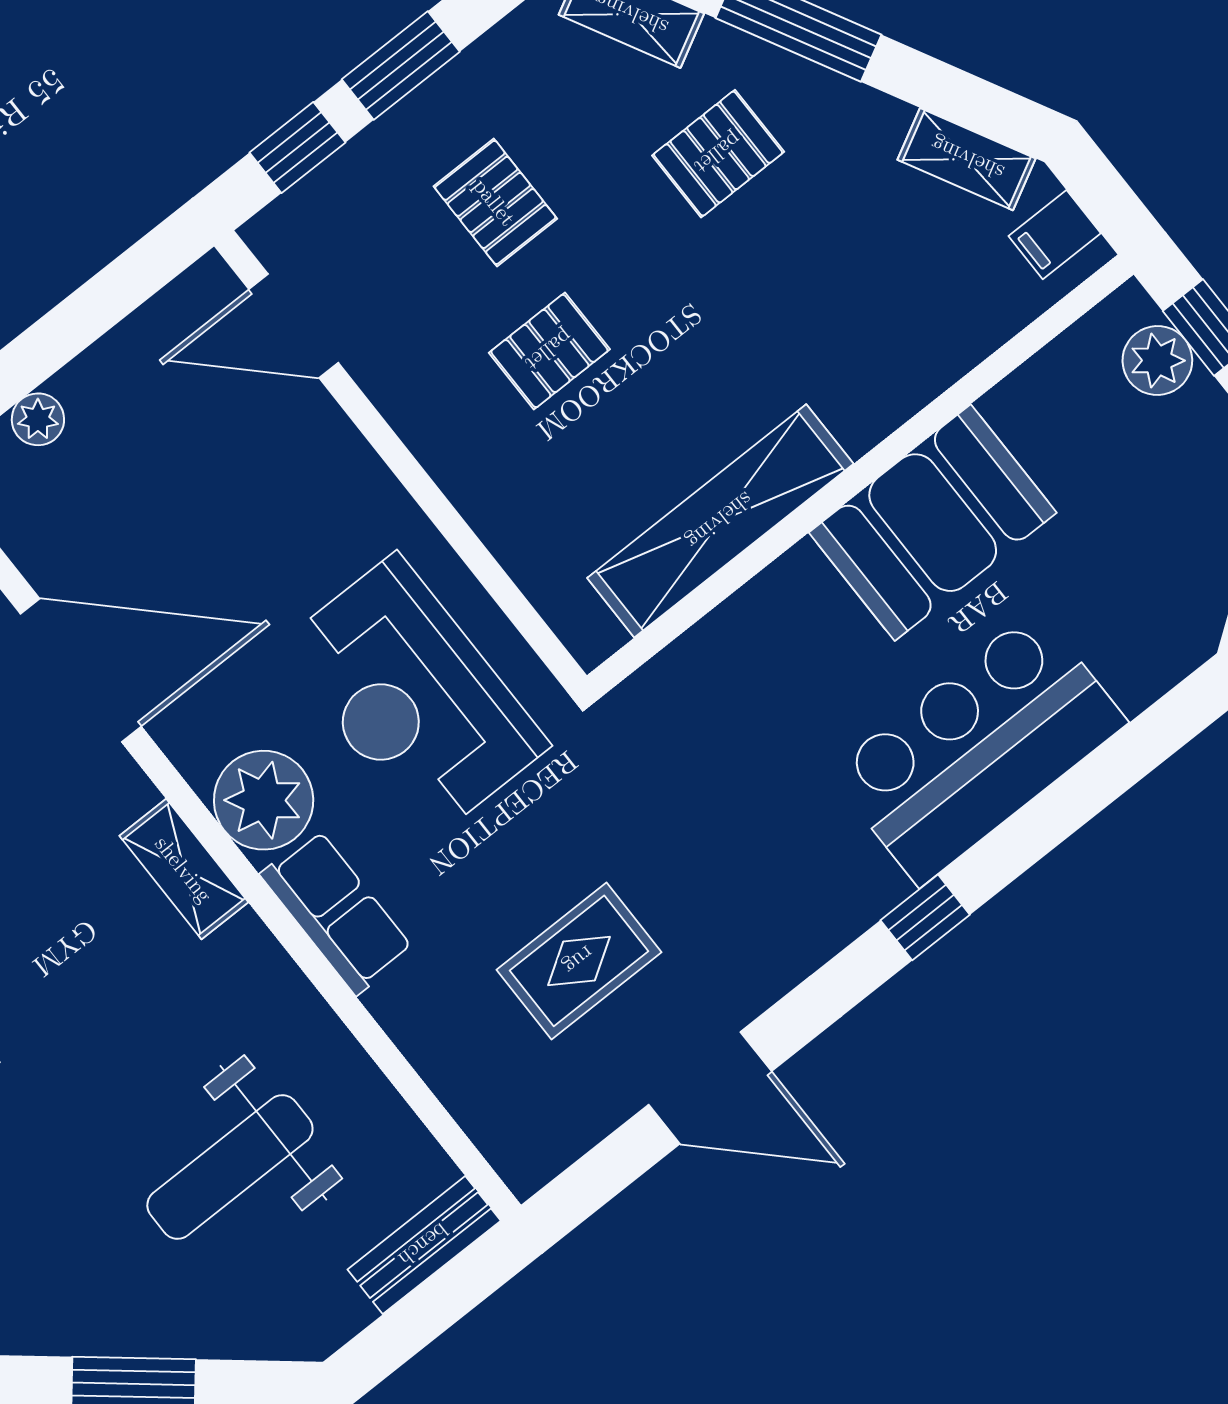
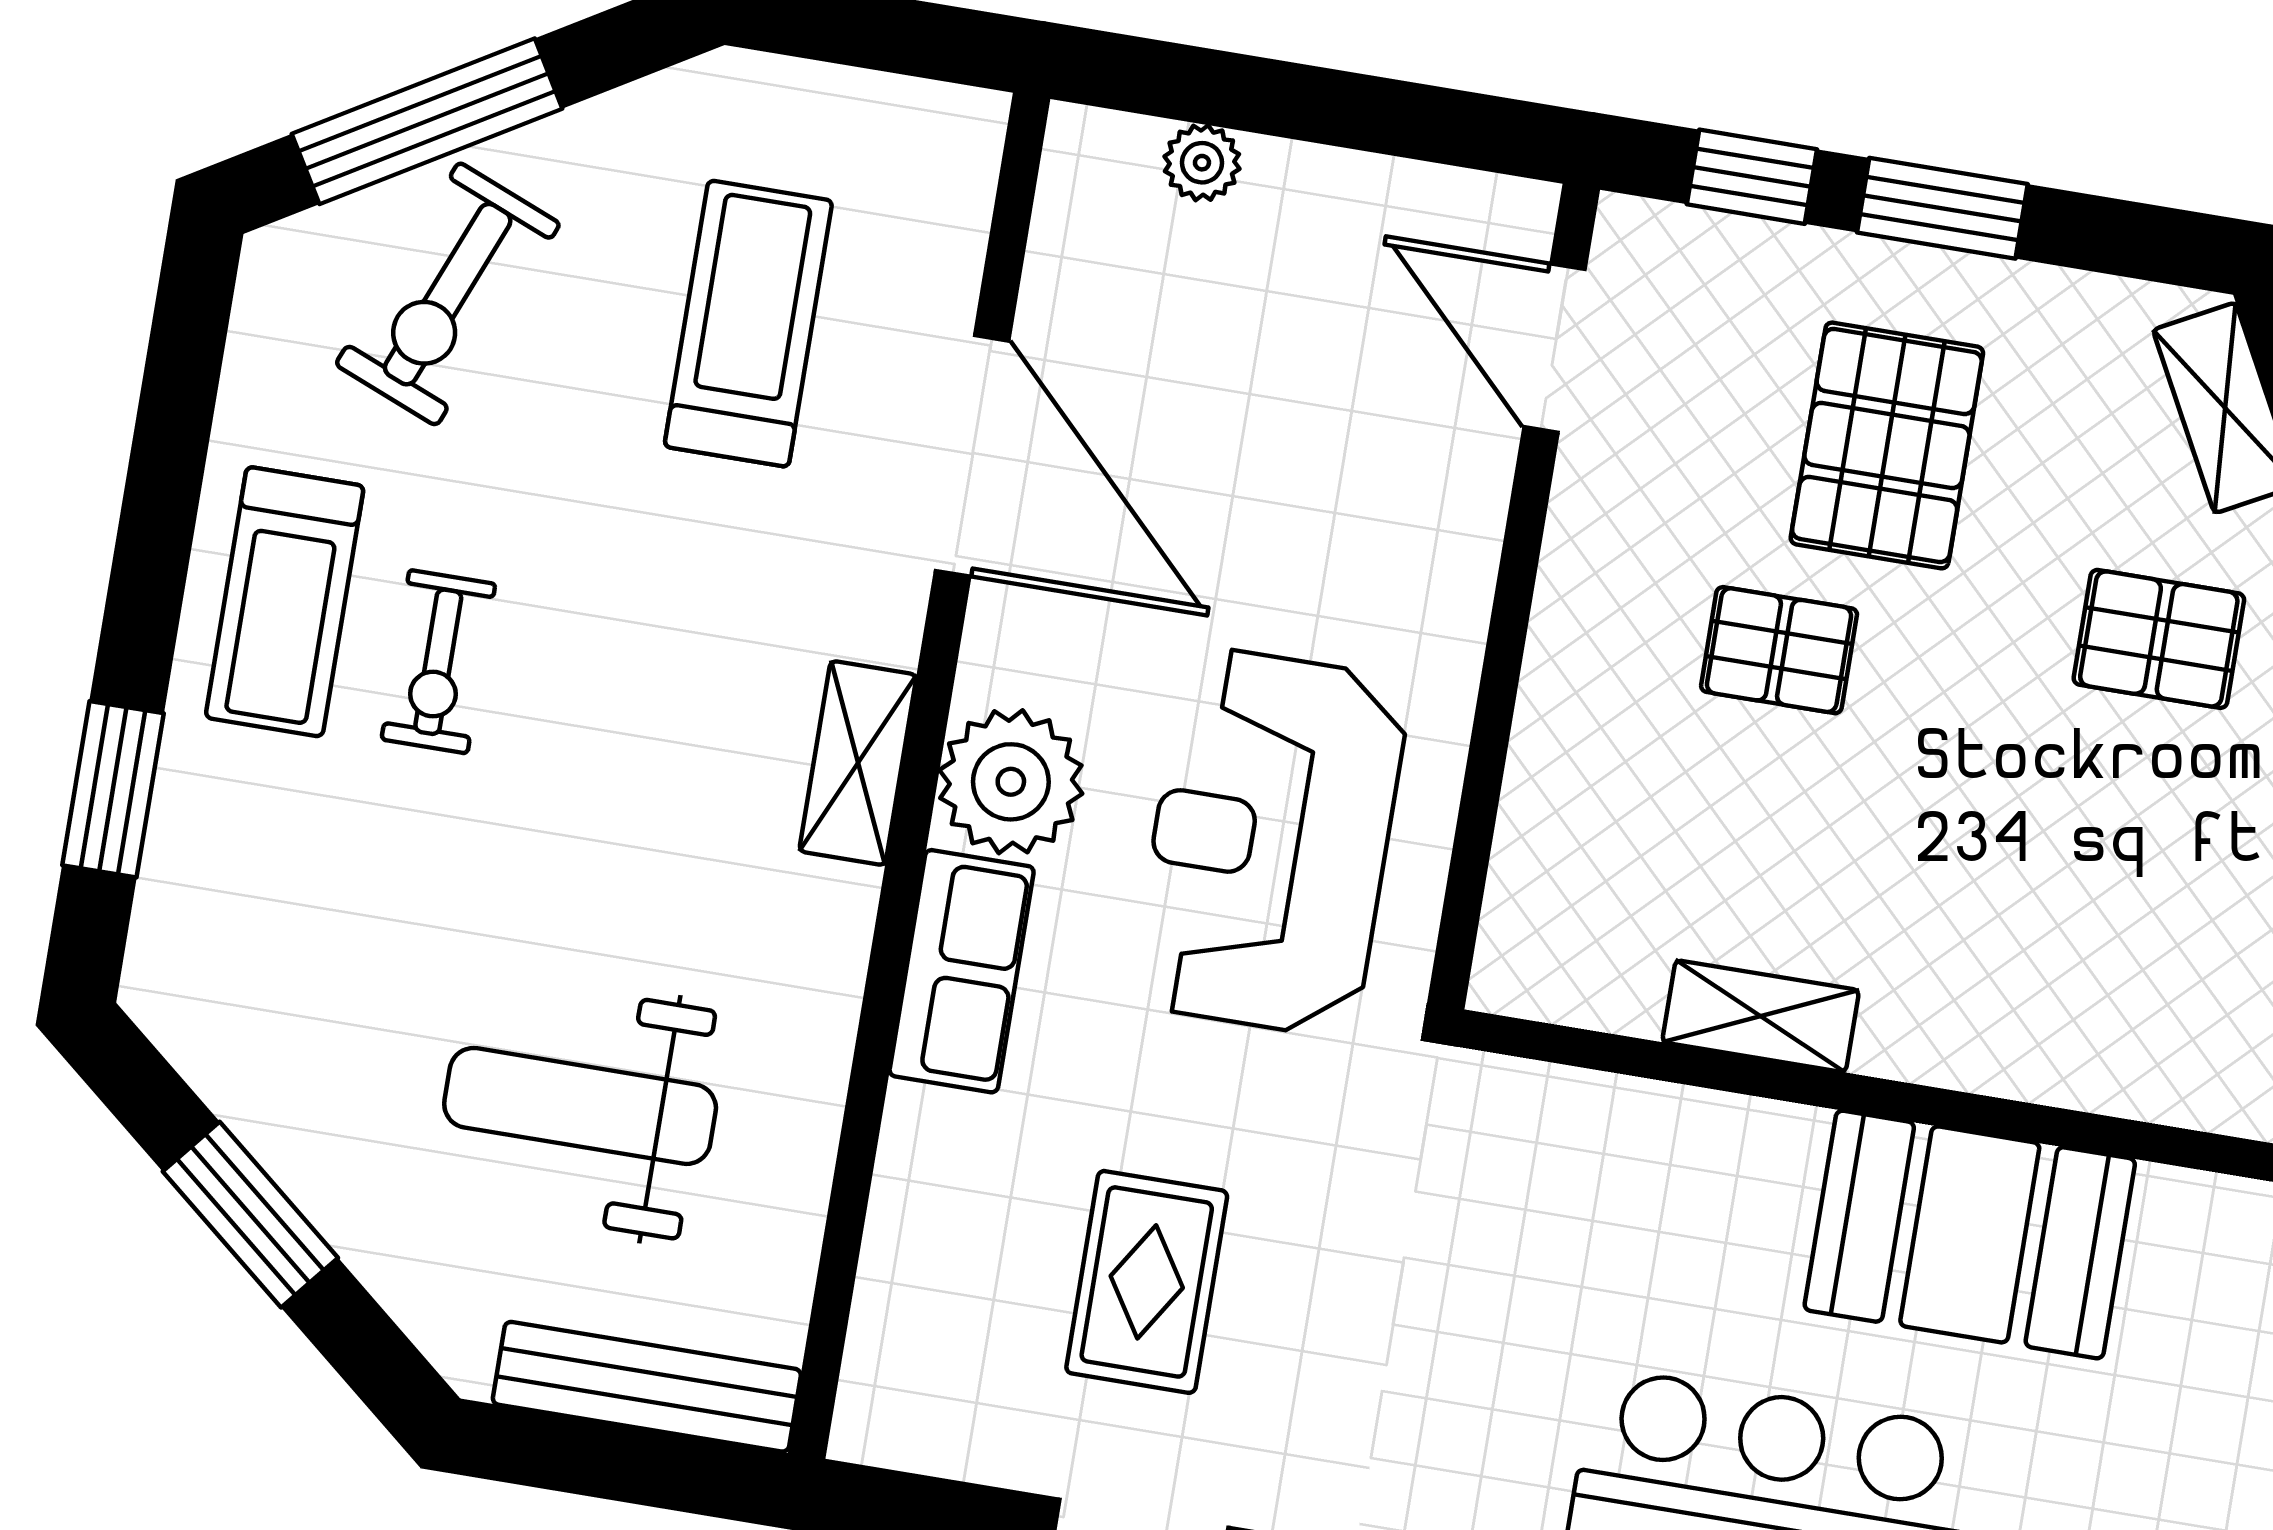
pallet: (495, 202) -> (1887, 445), width x1.50, depth x1.42
shelving: (720, 521) -> (1761, 1016), width x0.45, depth x0.75
rug: (579, 961) -> (1147, 1282), turned 90
bench: (424, 1245) -> (647, 1387), width x1.36

